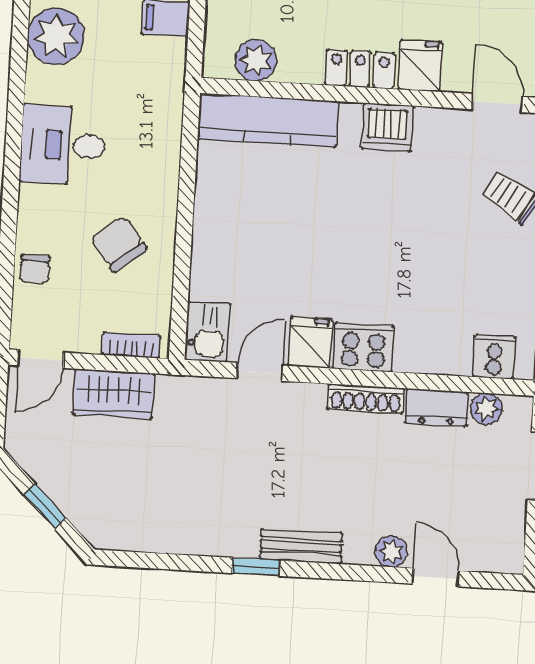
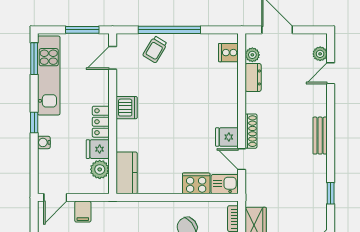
fridge: (420, 66) -> (98, 149), moved
kitchen counter: (268, 120) -> (127, 173), width x0.67
cooker: (363, 347) -> (196, 183), moved, turned 90
shoe rack: (366, 399) -> (251, 131), moved
plant: (391, 551) -> (320, 54), moved
window: (256, 567) -> (331, 193), moved

